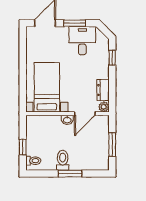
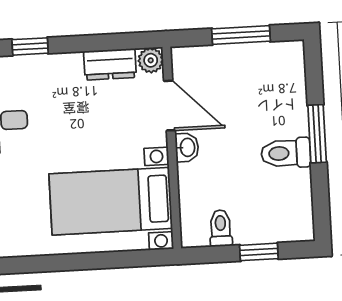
toilet: (33, 161) -> (221, 228), moved

